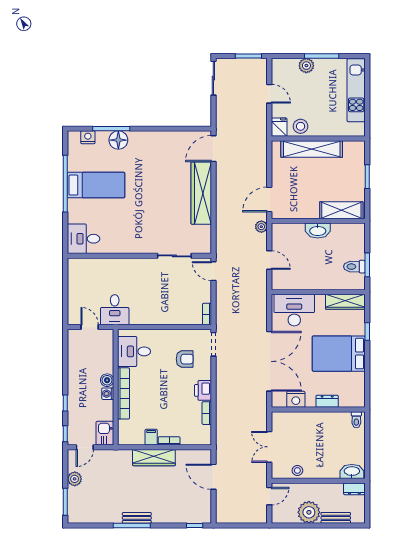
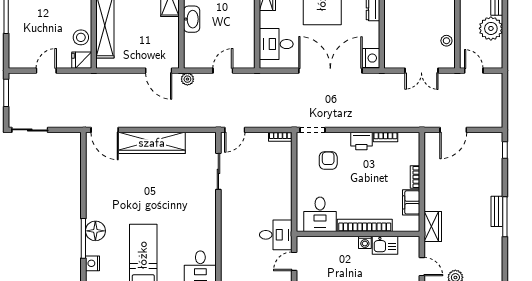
plant: (306, 66) -> (16, 31), removed
desk: (294, 310) -> (276, 44), width x0.73
boiler: (107, 380) -> (351, 243), removed
nightstand: (296, 399) -> (371, 58), moved
kitchen sink: (105, 433) -> (385, 245), moved
filing cabinet: (151, 437) -> (411, 202), width x2.00
wardrobe: (154, 458) -> (433, 227), moved, width x0.67

